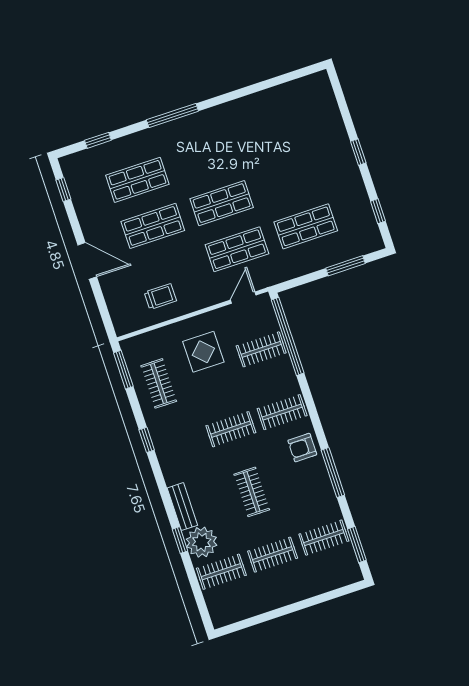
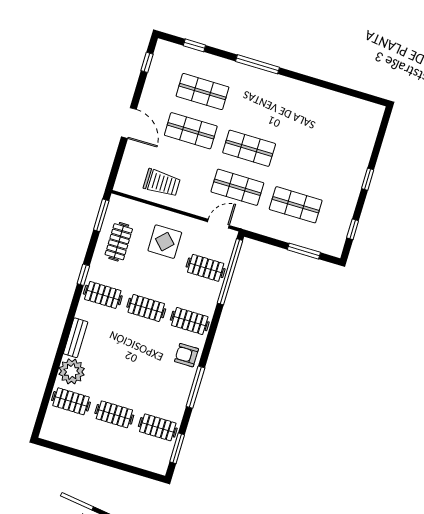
trolley: (160, 297) -> (162, 183), width x1.36, depth x1.39
clothes rail: (252, 492) -> (103, 295), moved, turned 90
window: (180, 540) -> (58, 360), removed

